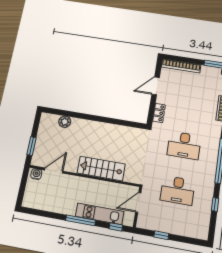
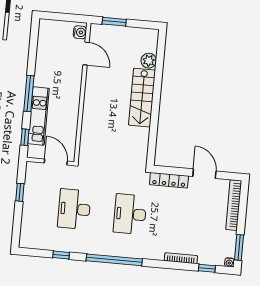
locker: (159, 113) -> (169, 180), width x1.53
stairs: (101, 169) -> (142, 98), moved, turned 180

